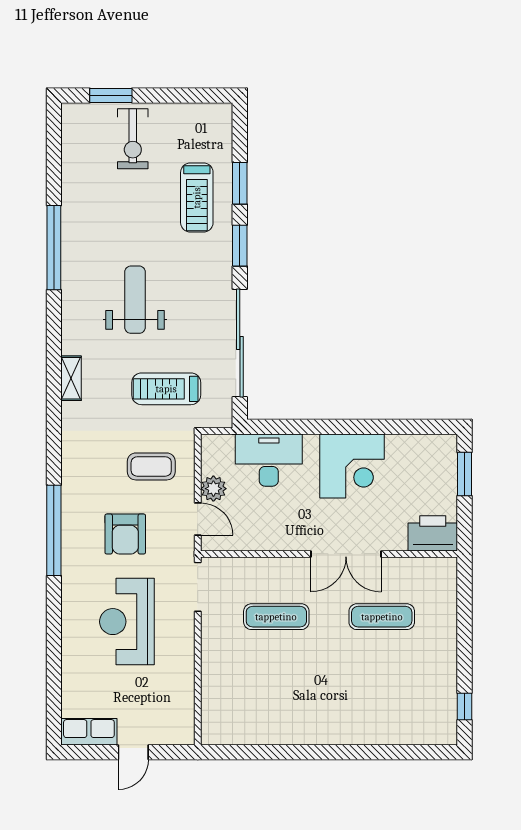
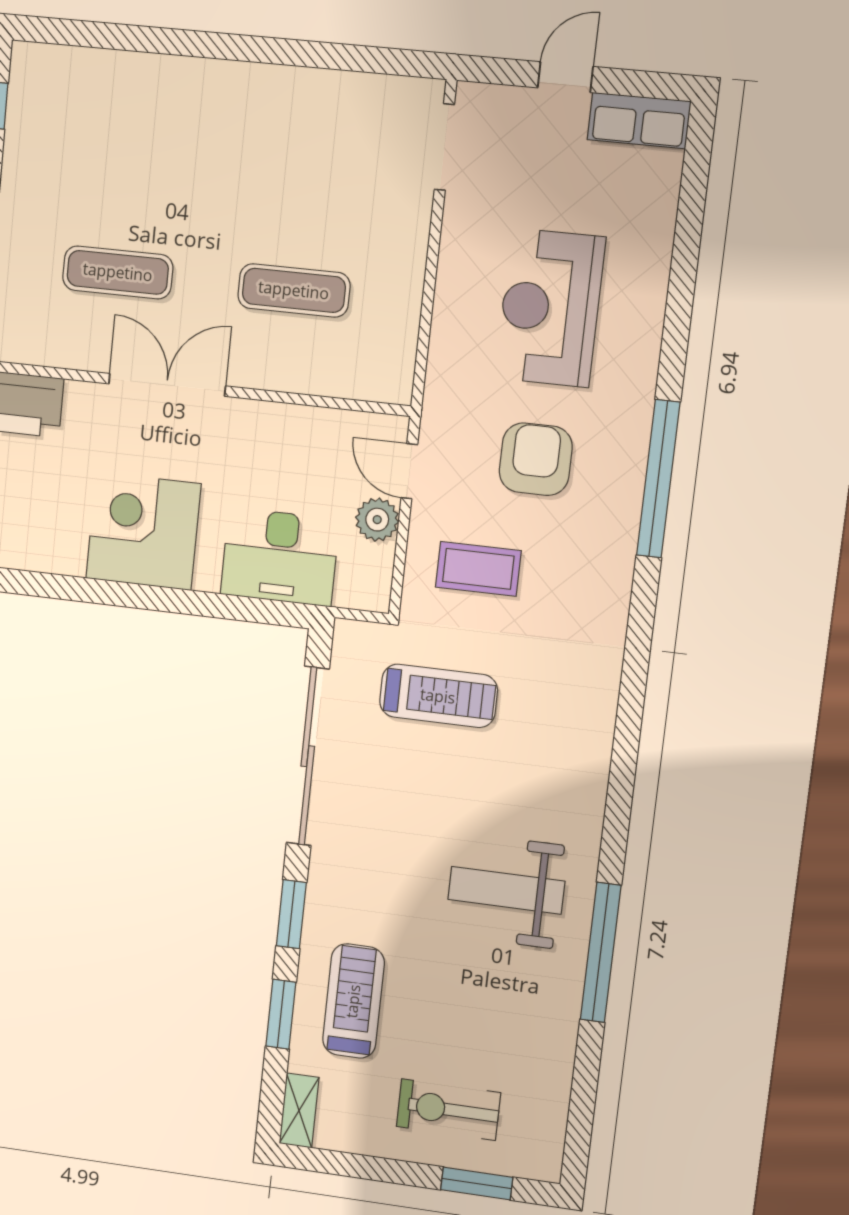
exercise bike: (133, 139) -> (448, 1110), turned -90
weight bench: (135, 300) -> (506, 890), moved, turned 90
shelving: (71, 378) -> (299, 1110), moved
doorway: (198, 587) -> (444, 147), moved
reception desk: (127, 622) -> (550, 308), turned 180

